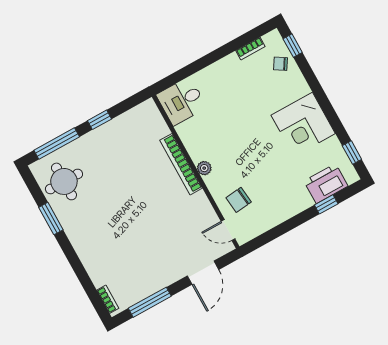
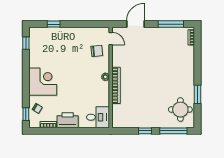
corner desk: (303, 124) -> (43, 82), moved
printer: (326, 184) -> (68, 120), moved, turned 180

